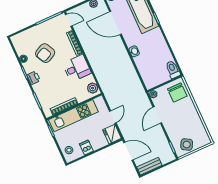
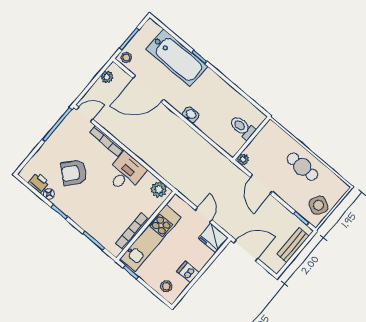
armchair: (45, 53) -> (74, 173), turned 67
toilet: (173, 69) -> (242, 127), moved
printer: (34, 78) -> (39, 183), moved
chair: (177, 92) -> (274, 142), removed
cafe table: (188, 116) -> (302, 167), added
bench: (149, 166) -> (293, 245), moved

